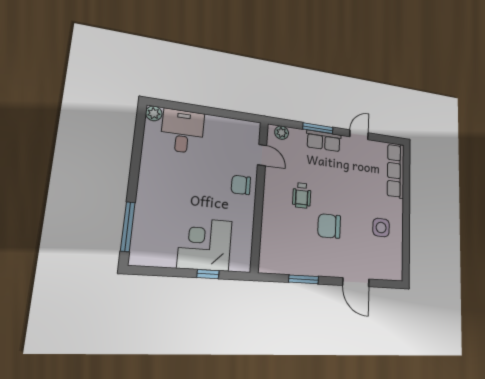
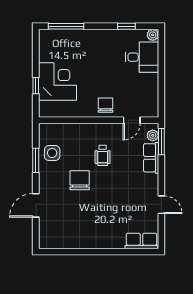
window: (318, 128) -> (161, 142), moved
row of seats: (324, 141) -> (151, 158), moved
window: (138, 145) -> (126, 26), added
row of seats: (396, 171) -> (142, 241), width x0.68
wheelchair: (302, 195) -> (103, 155), turned -90
side table: (381, 228) -> (52, 153), moved

